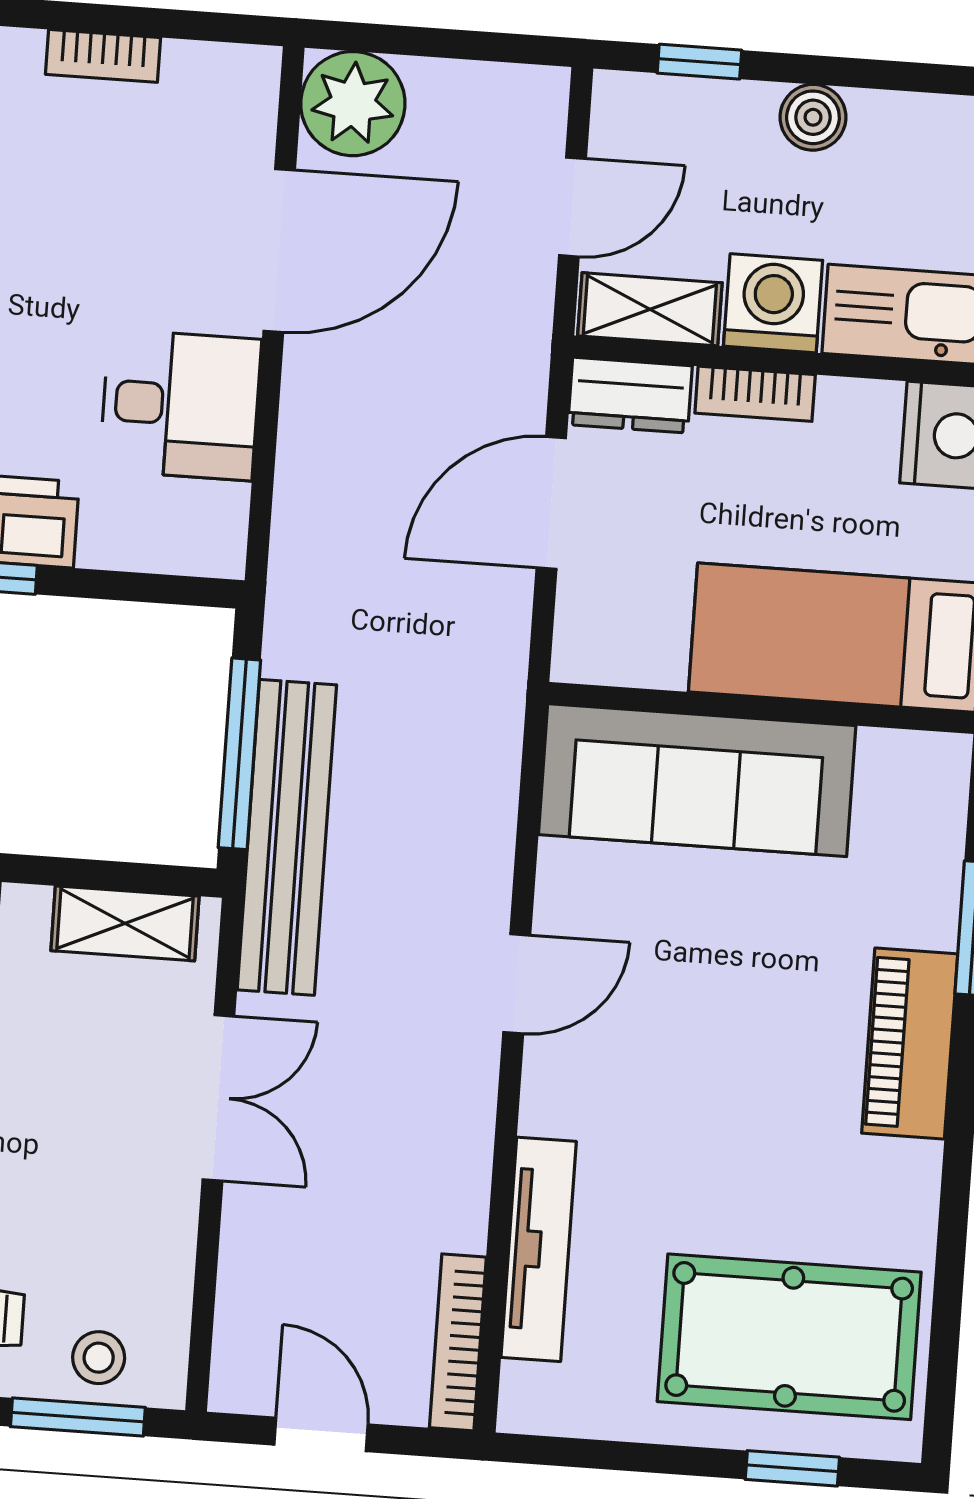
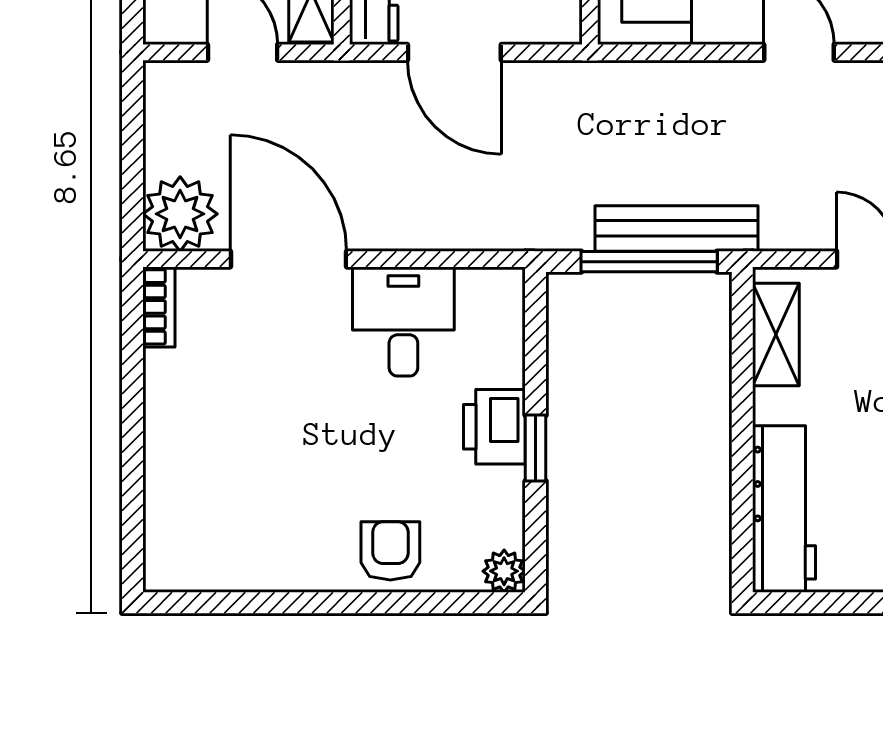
bookcase: (103, 56) -> (159, 307), moved
bench: (287, 837) -> (676, 228), width x0.73, depth x0.82

